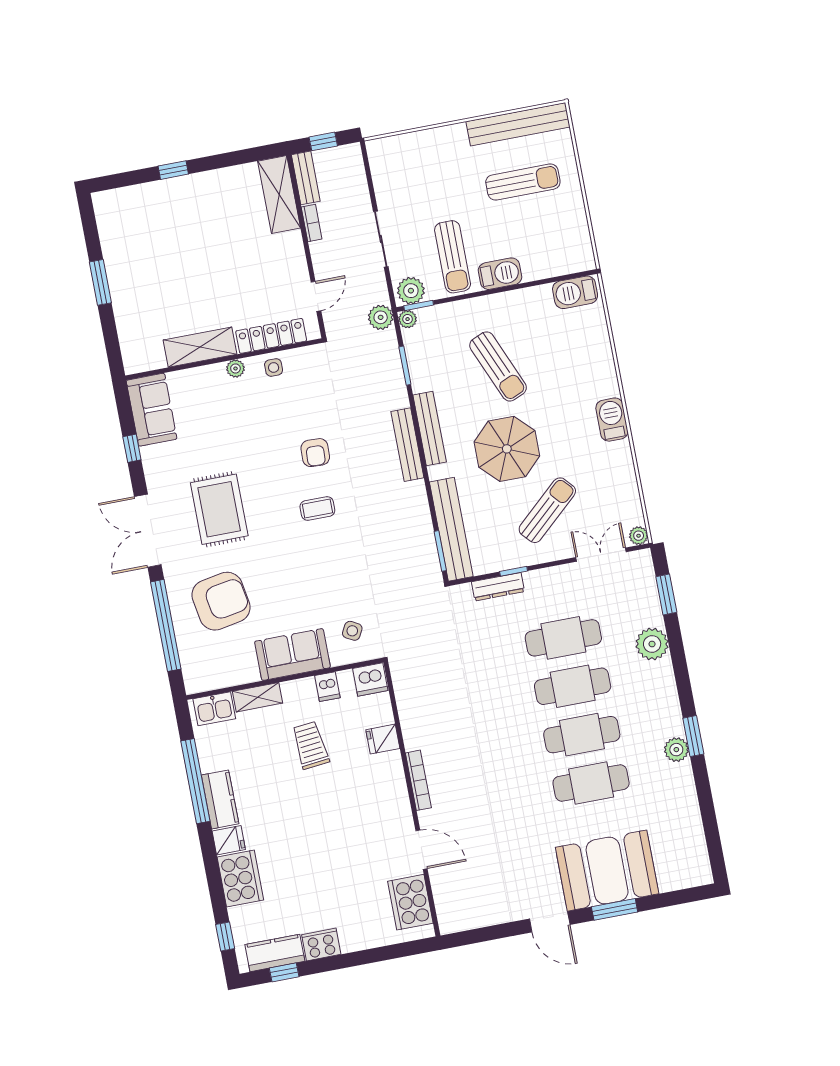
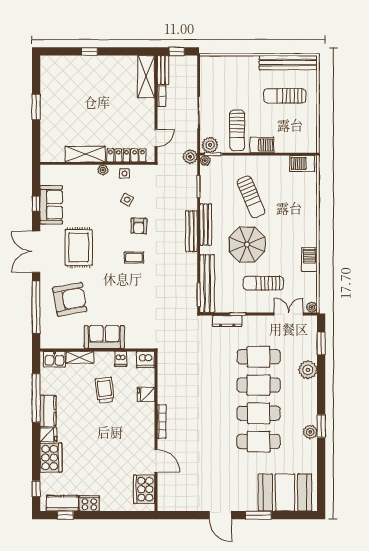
sun lounger: (523, 182) -> (285, 96), turned 180
sofa: (152, 410) -> (51, 205), moved
barbecue: (612, 420) -> (309, 260), moved
sun lounger: (547, 510) -> (263, 283), turned -138
side table: (352, 631) -> (127, 200), moved
booth: (607, 871) -> (285, 492), moved

